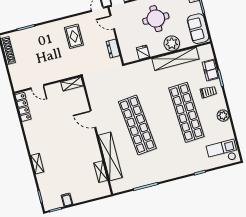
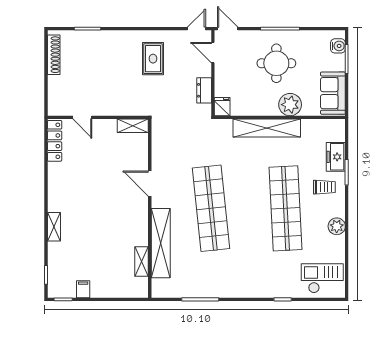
fridge: (143, 52) -> (222, 107), moved
shelving: (176, 59) -> (267, 128), moved

